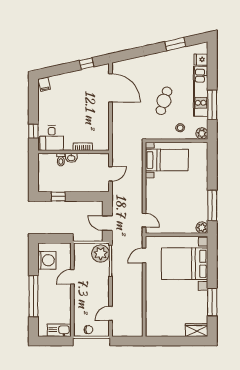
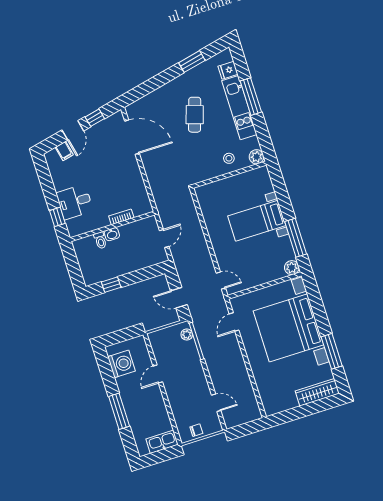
door: (66, 68) -> (73, 130), added
filing cabinet: (44, 84) -> (64, 151), moved
cafe table: (164, 101) -> (195, 115), moved
window: (212, 105) -> (251, 97), moved
desk: (52, 138) -> (75, 202), moved, turned 90
bed with nightstands: (167, 160) -> (257, 221), moved, turned 180
plant: (100, 254) -> (187, 335), width x0.53, depth x0.53
bed with nightstands: (185, 264) -> (288, 328), width x1.36
window: (33, 296) -> (119, 411), width x0.68
door: (110, 313) -> (216, 403), swing flipped
wardrobe: (197, 330) -> (317, 392), width x1.50

